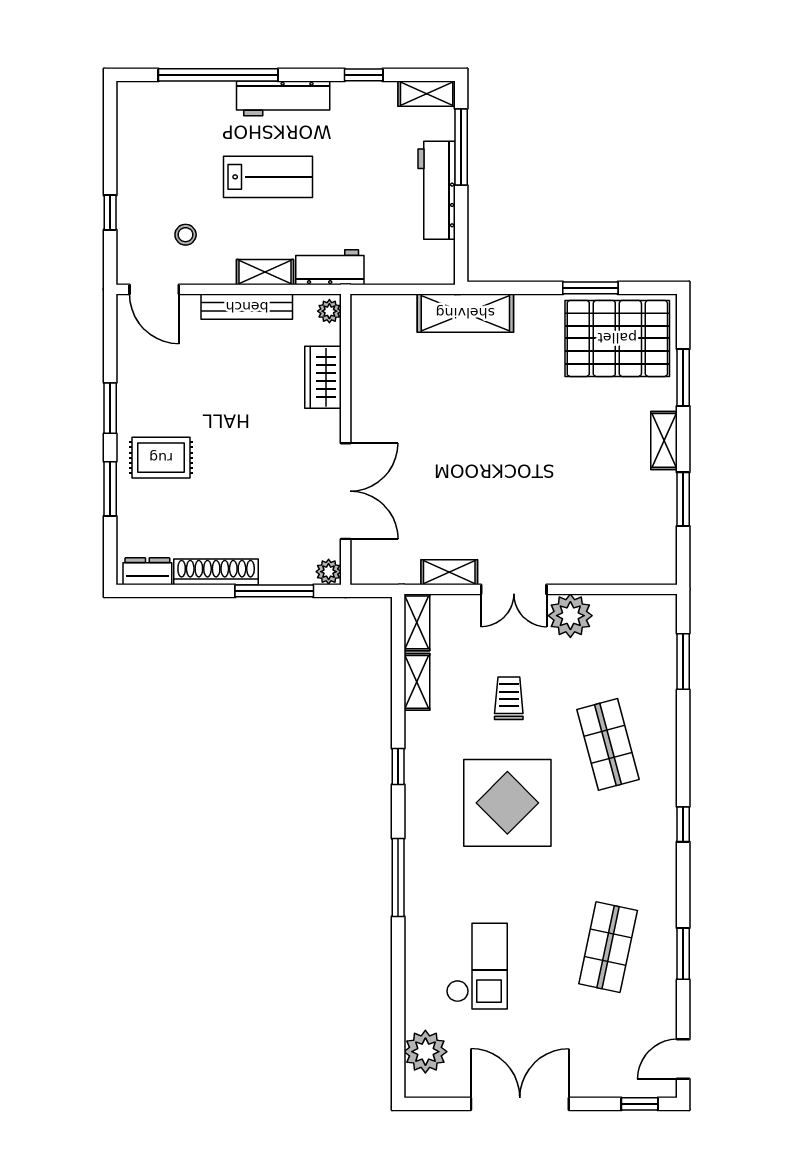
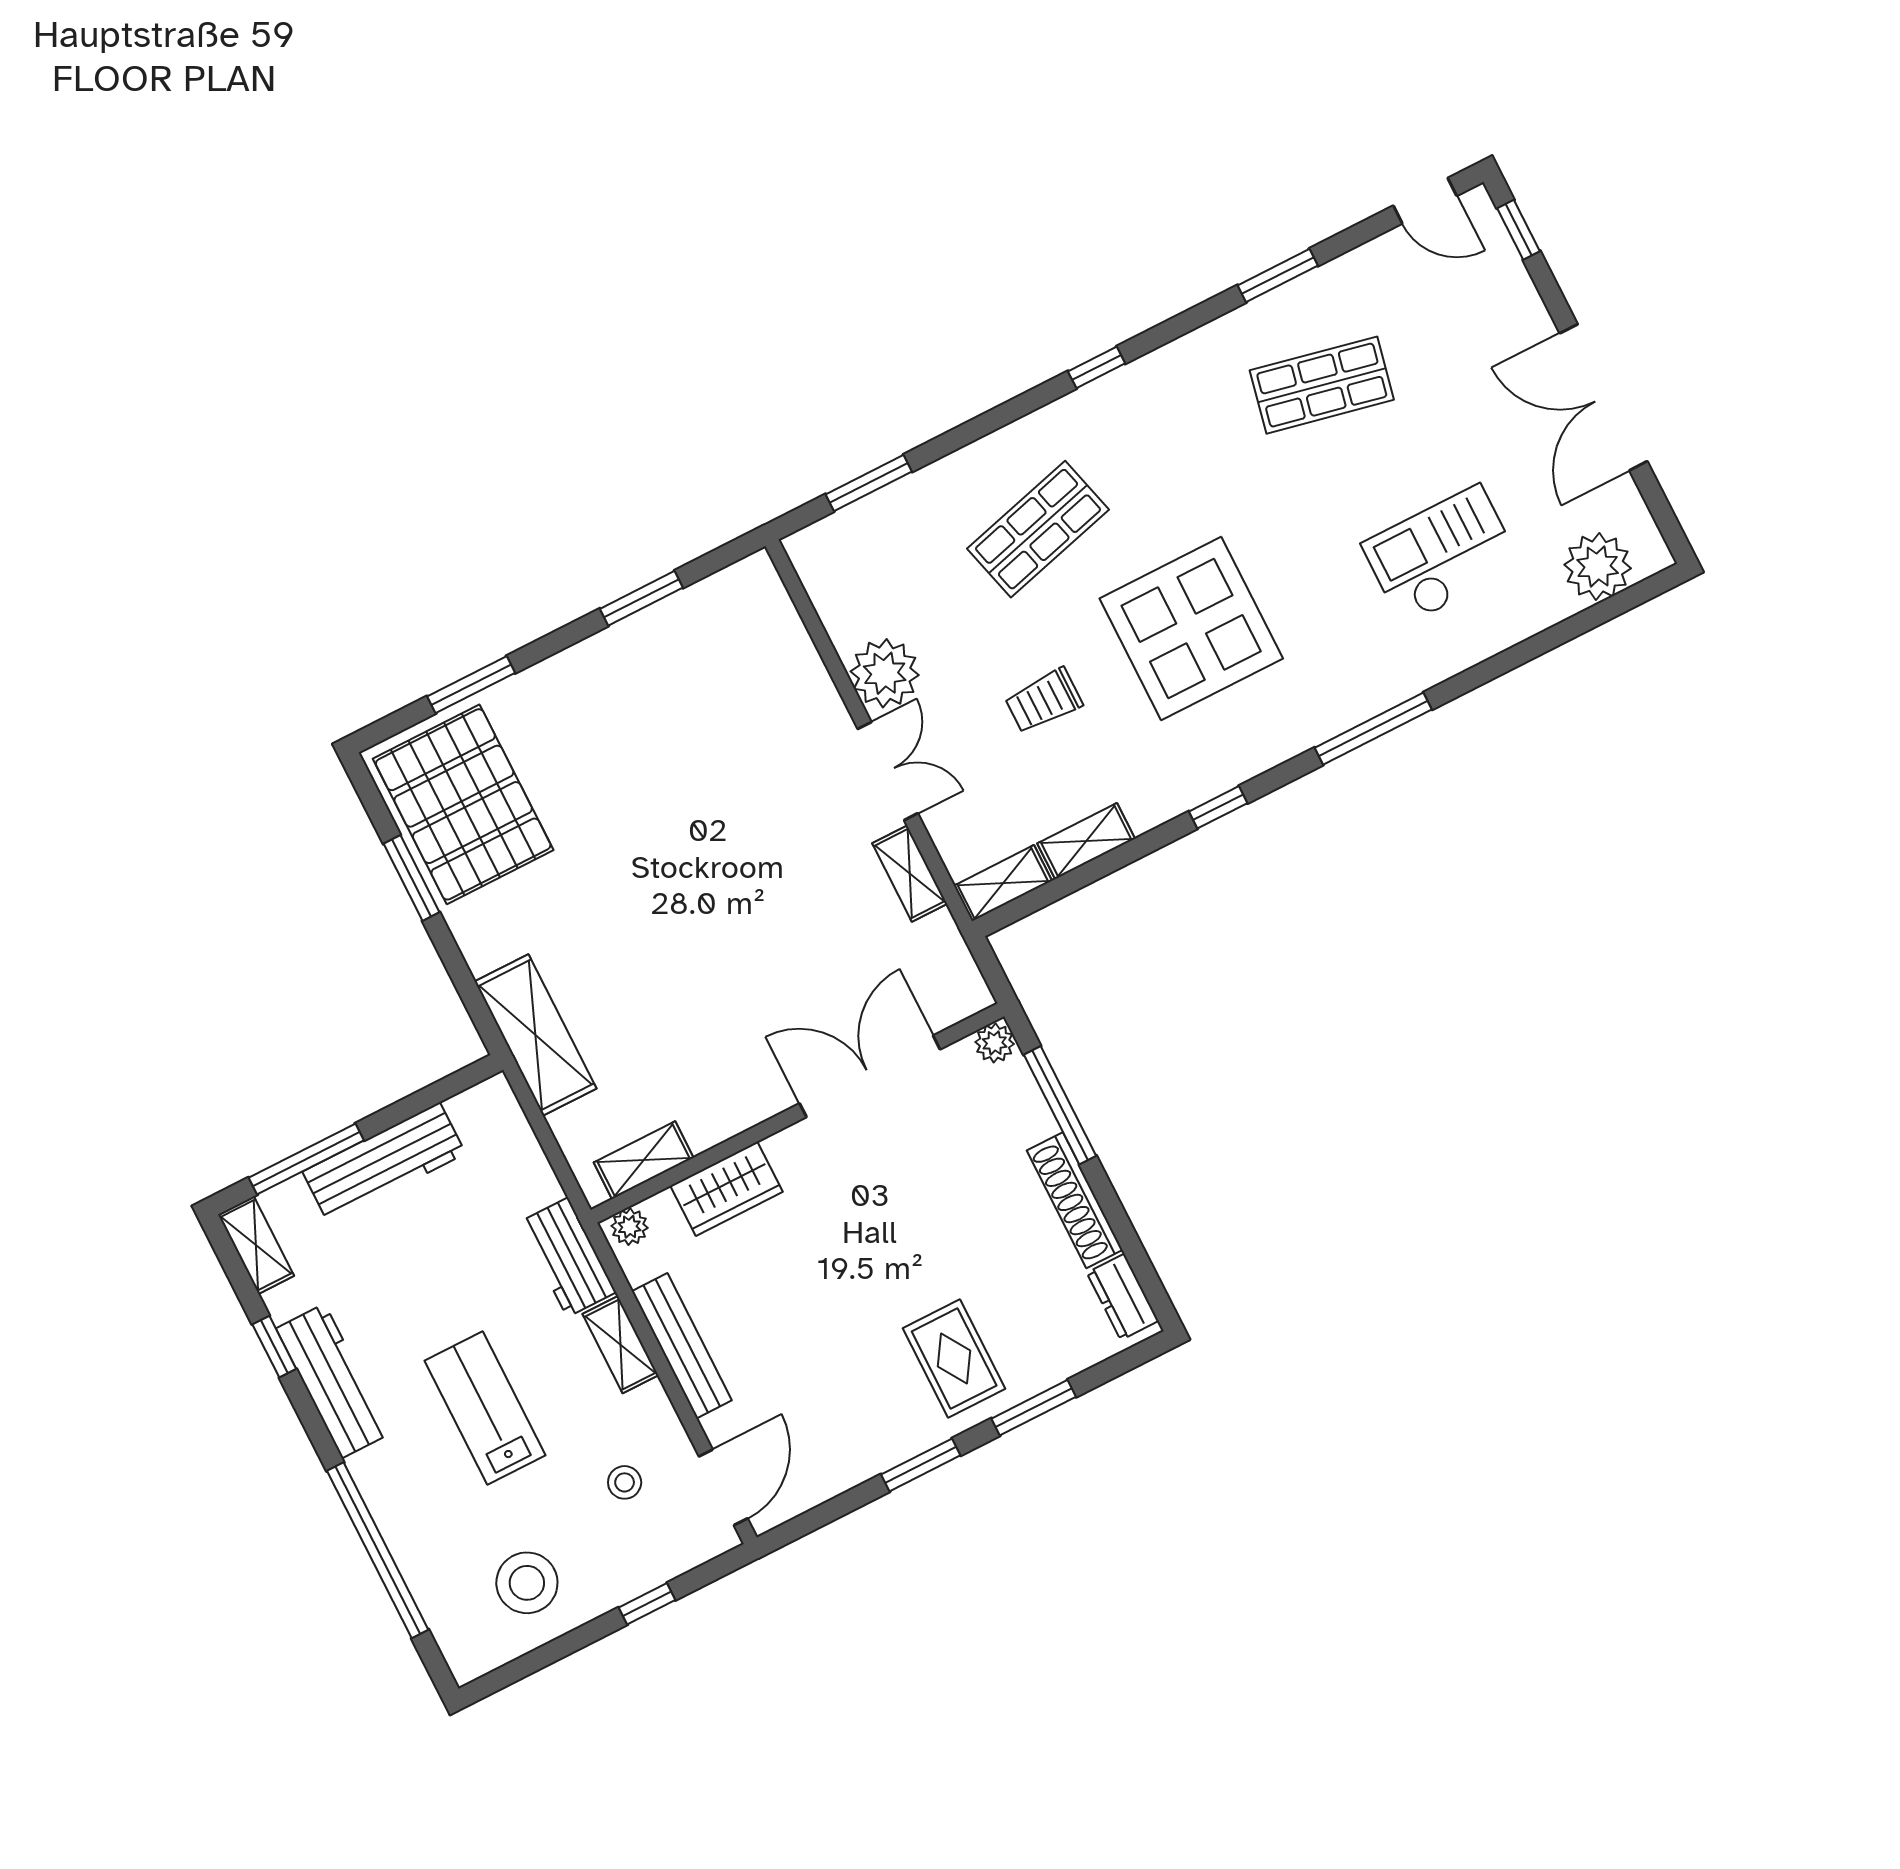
workbench: (283, 98) -> (333, 1381), moved
stool: (157, 150) -> (527, 1583), added
shelving: (664, 440) -> (644, 1160), moved

